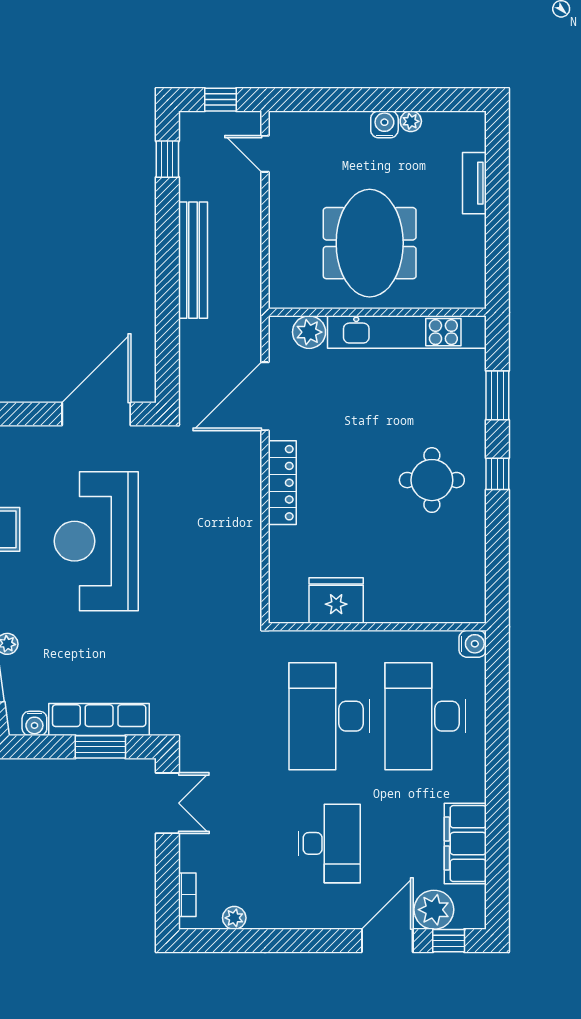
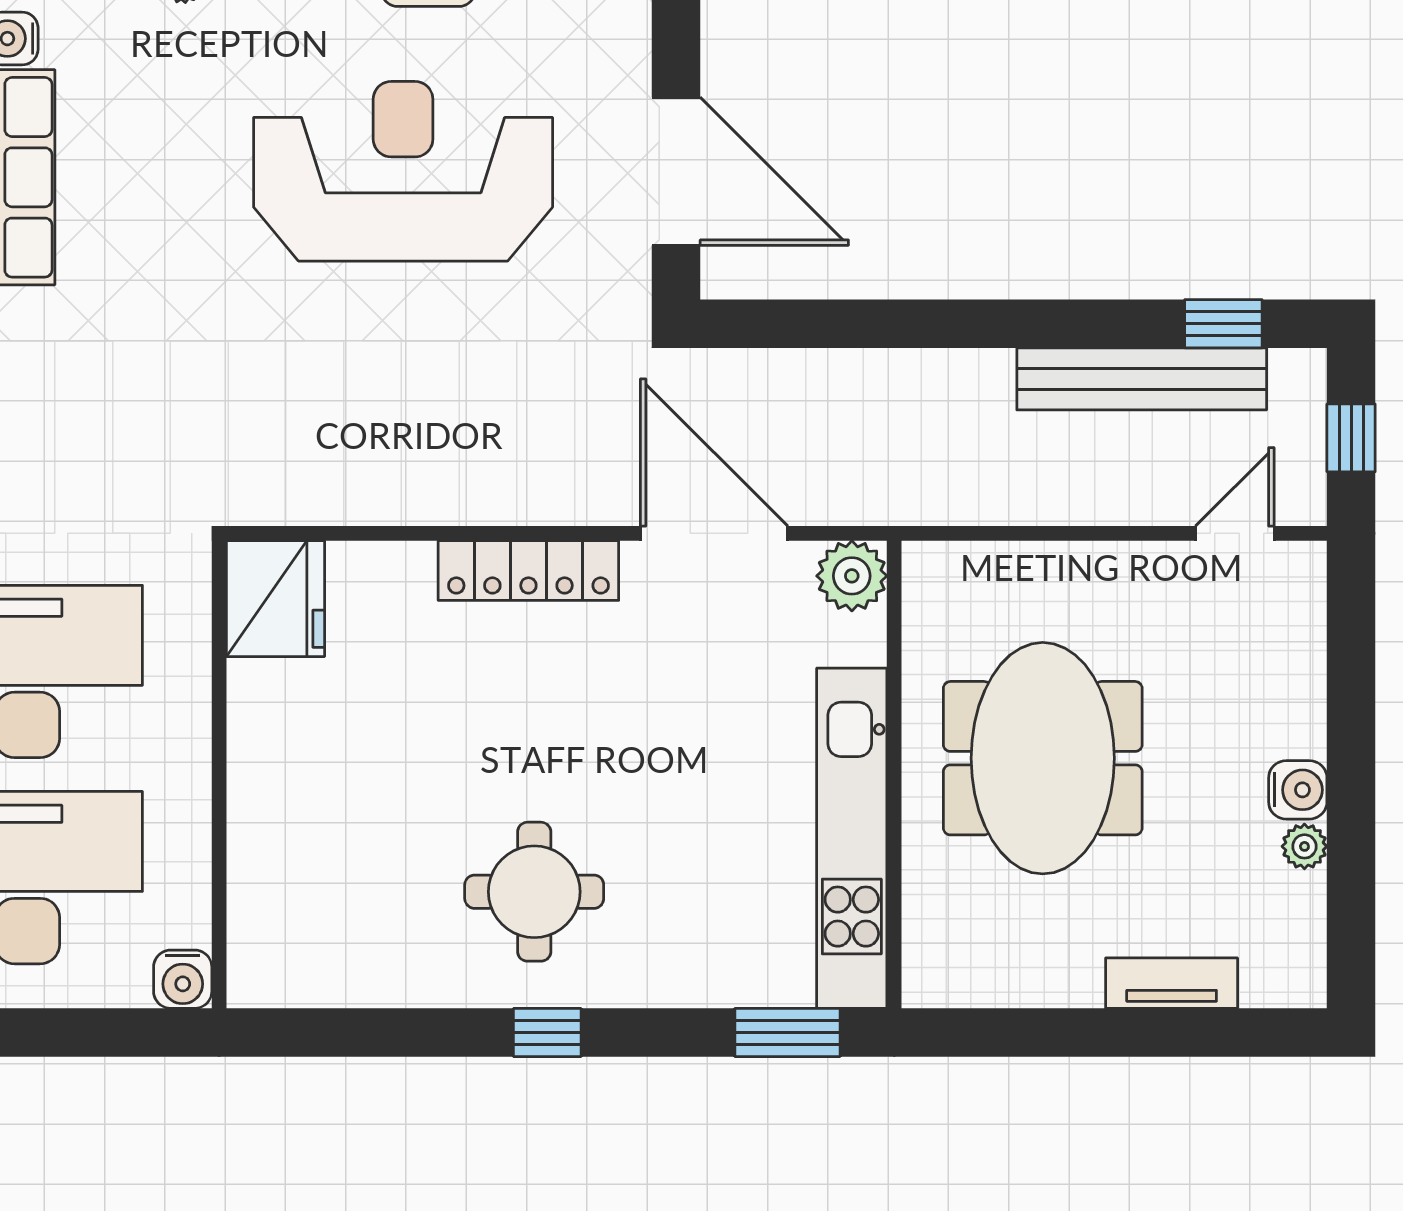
meeting table: (370, 243) -> (1043, 758), turned 90
bench: (193, 260) -> (1142, 379), moved
plant: (309, 332) -> (852, 576), moved
window: (497, 395) -> (787, 1033), moved
fridge: (336, 601) -> (275, 599), moved

